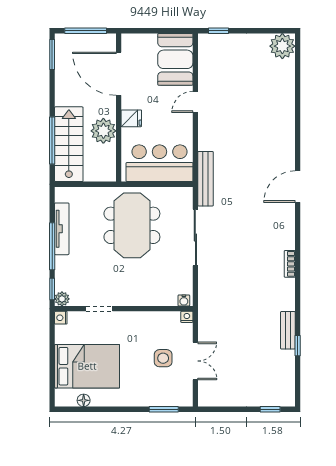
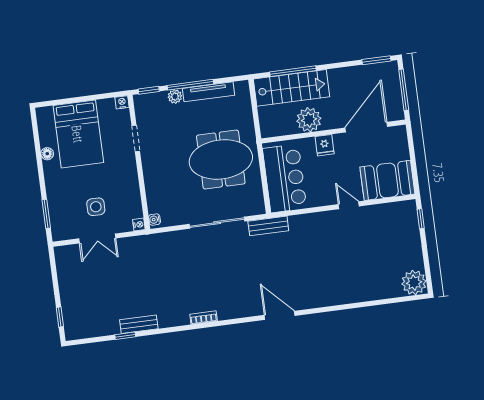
bench: (206, 179) -> (268, 226), width x0.73
plant: (62, 299) -> (175, 96), moved
floor lamp: (84, 400) -> (47, 154), moved

